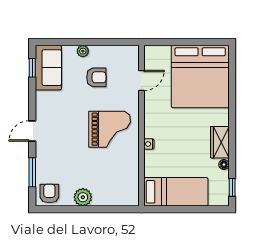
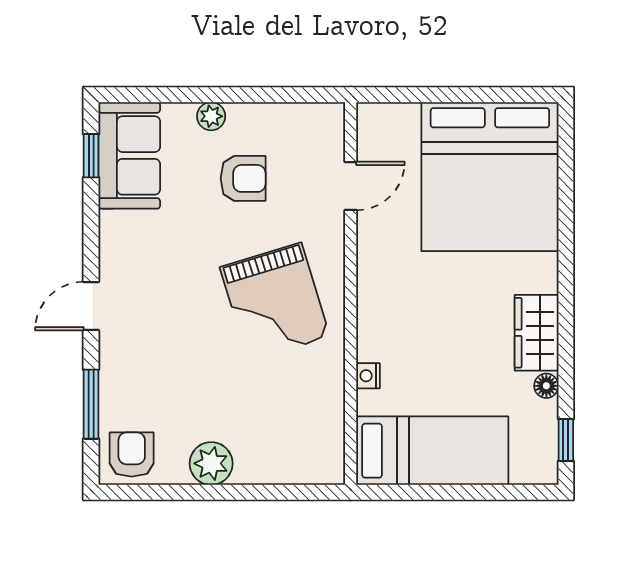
grand piano: (110, 129) -> (275, 302), turned 73
nightstand: (149, 144) -> (368, 376), moved

